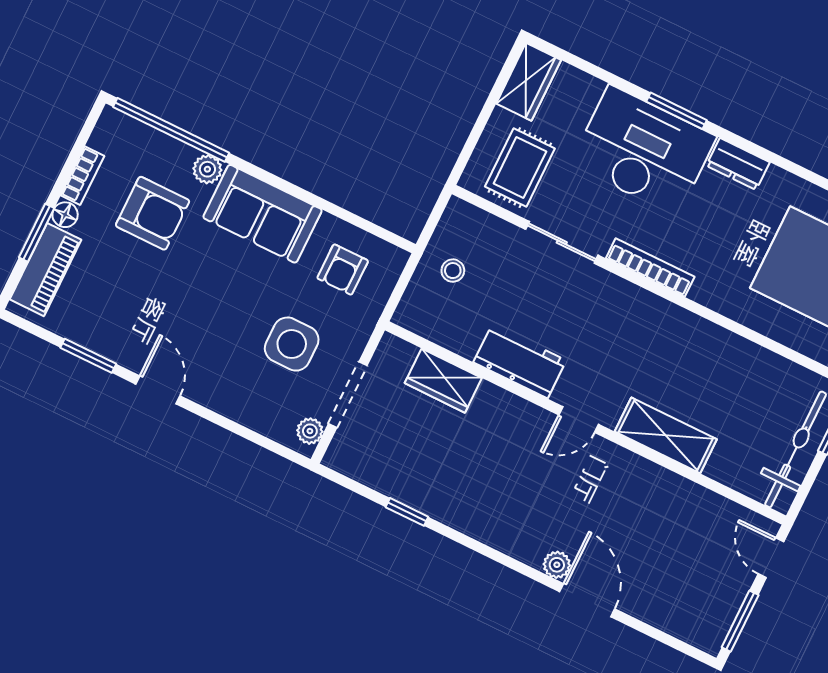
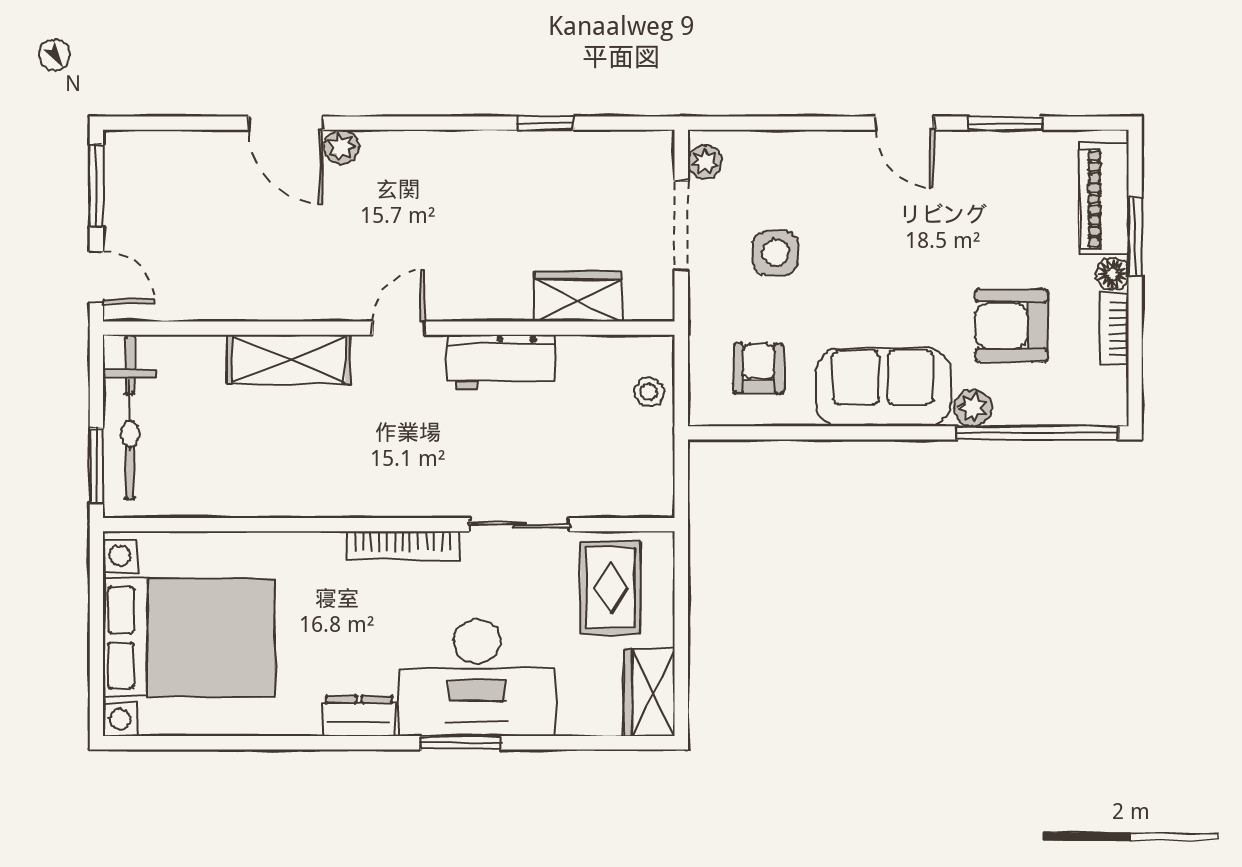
stool: (453, 271) -> (649, 392), moved
side table: (292, 344) -> (775, 253), width x0.73, depth x0.73

